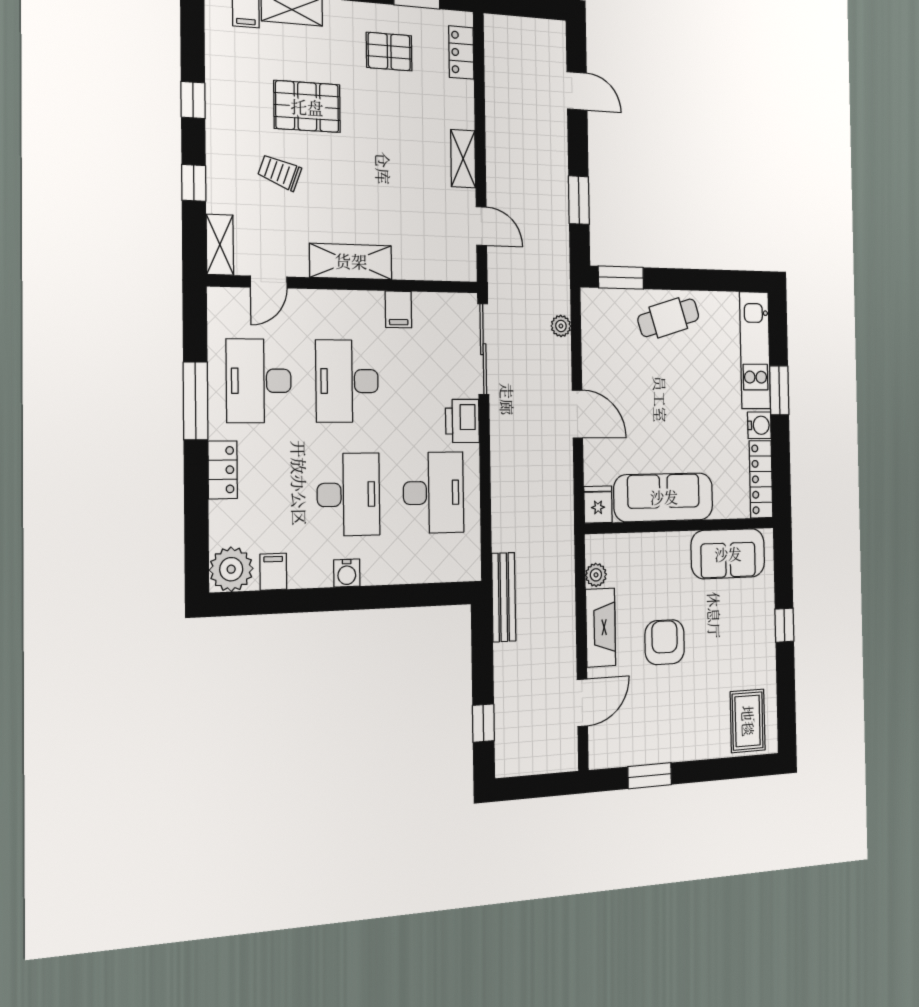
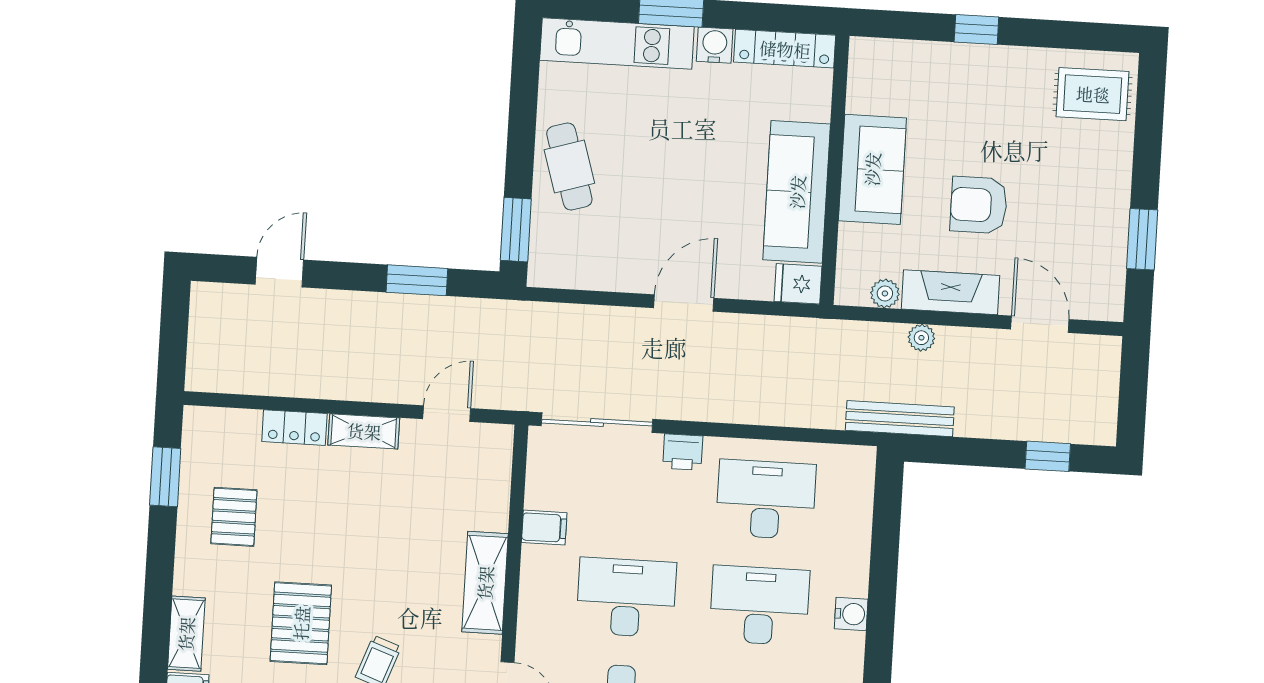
locker: (461, 52) -> (294, 428), moved
plant: (561, 326) -> (921, 338), moved
desk: (347, 381) -> (626, 597), turned 180
printer: (462, 421) -> (683, 452), width x0.73, depth x0.81
sofa: (728, 554) -> (872, 169), moved

